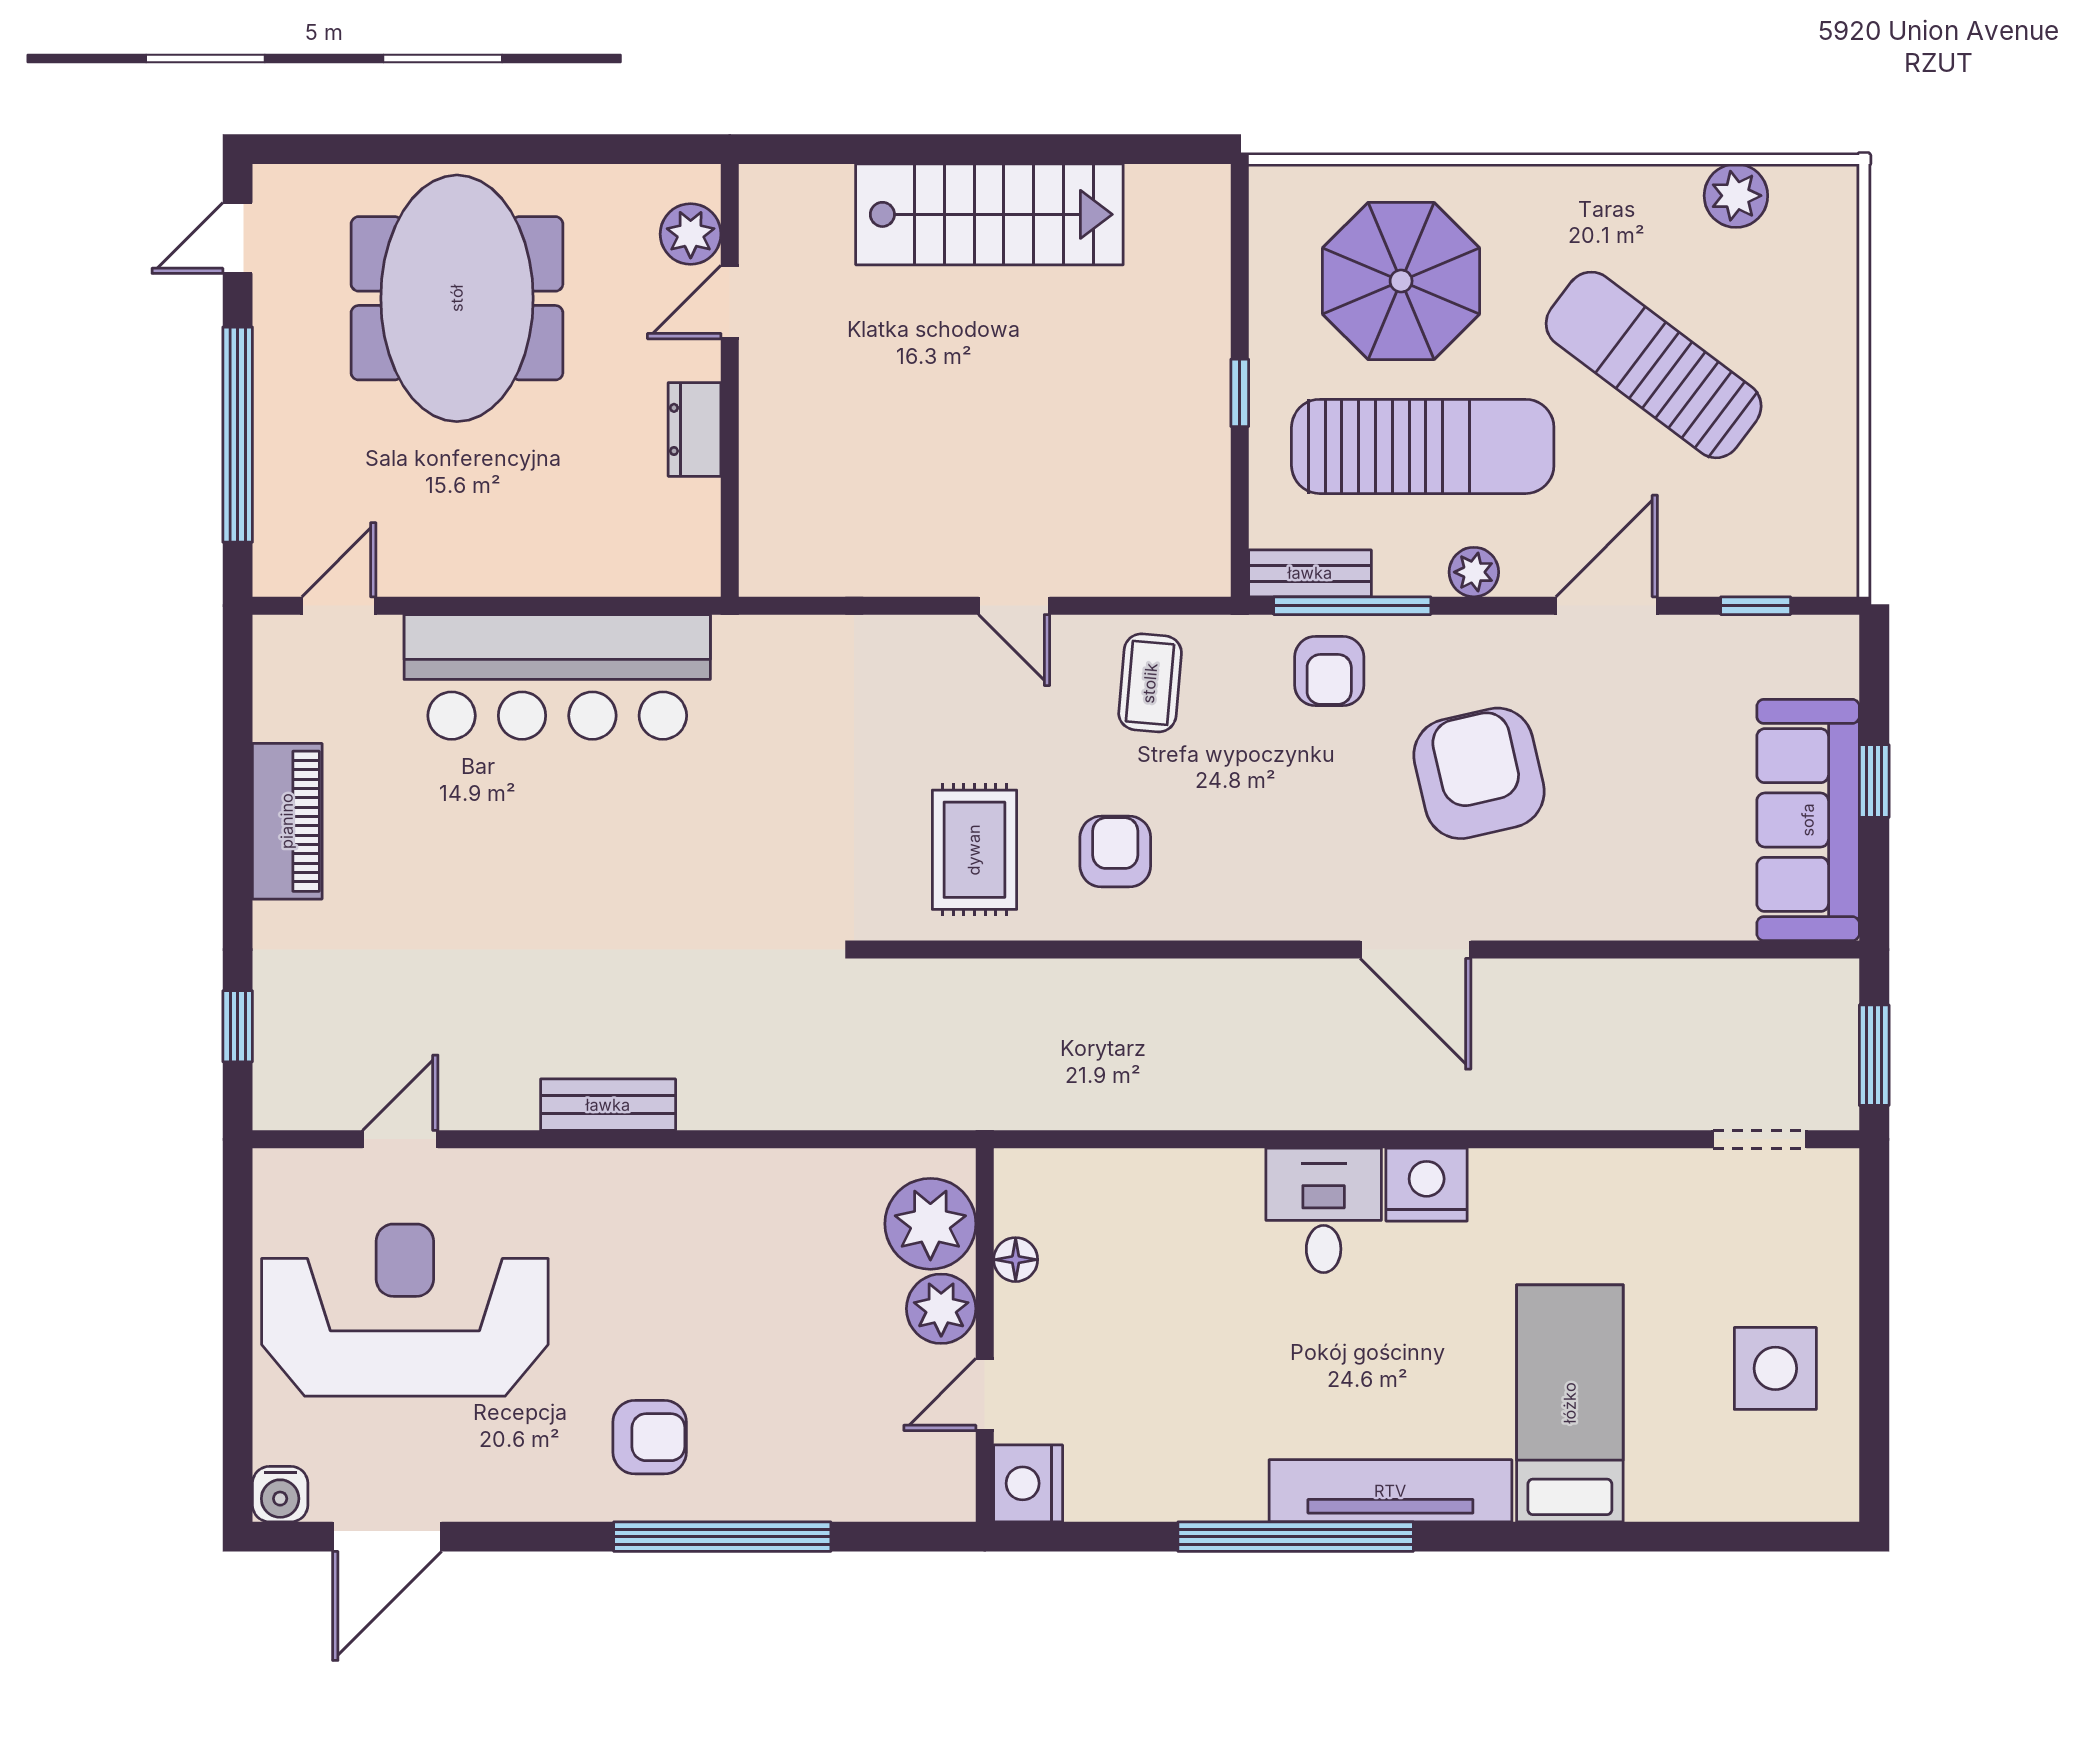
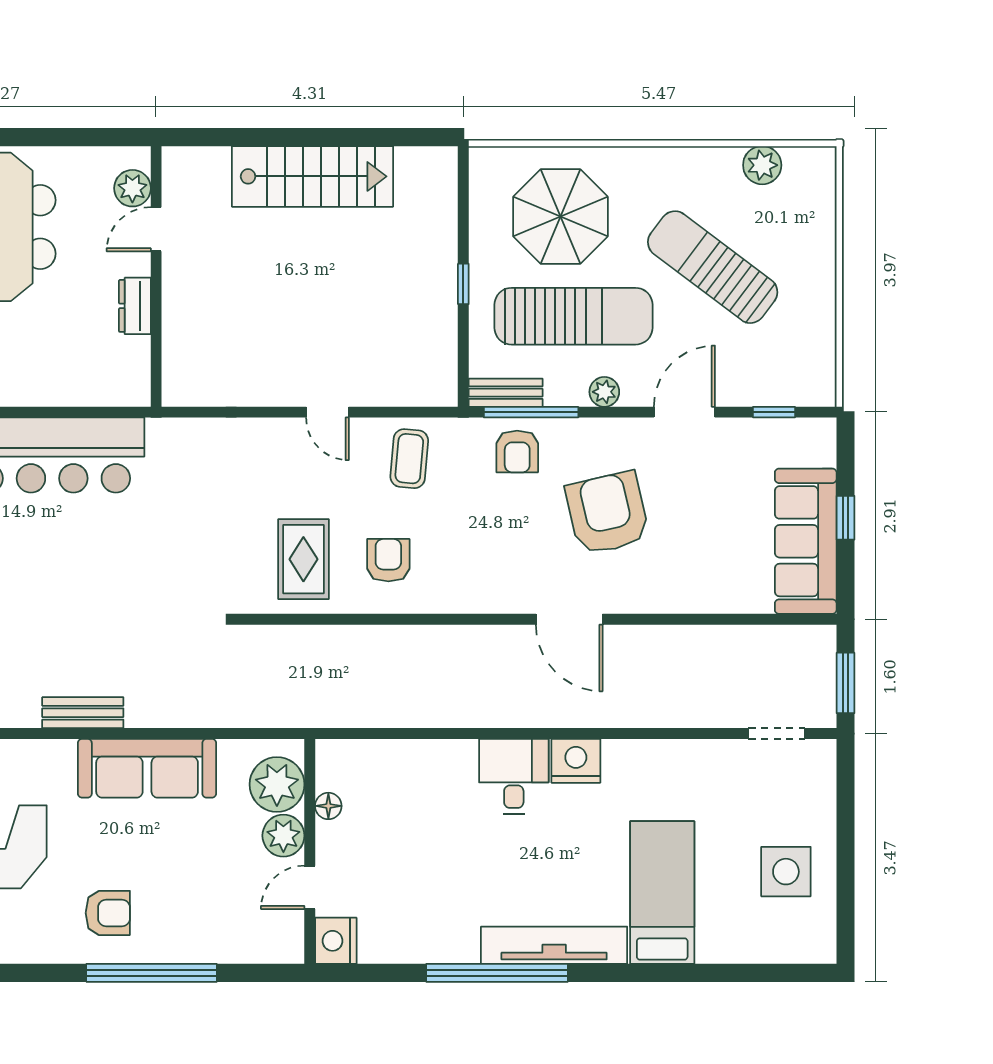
sofa: (715, 1197) -> (147, 768), added

